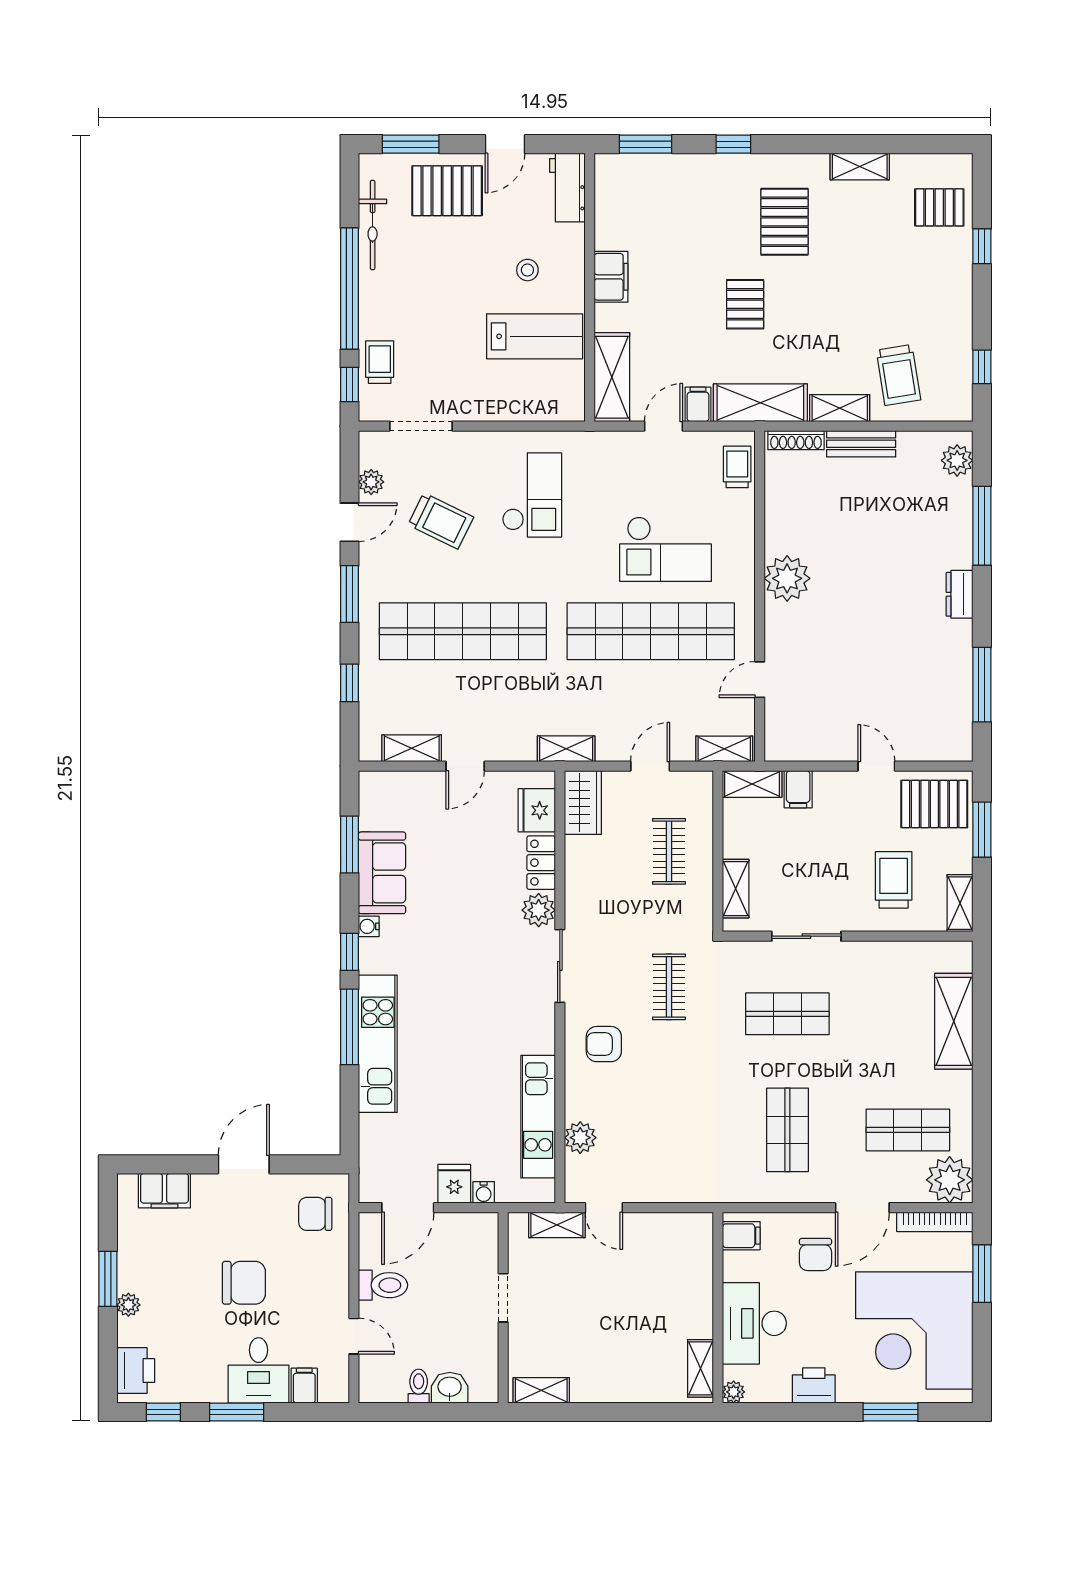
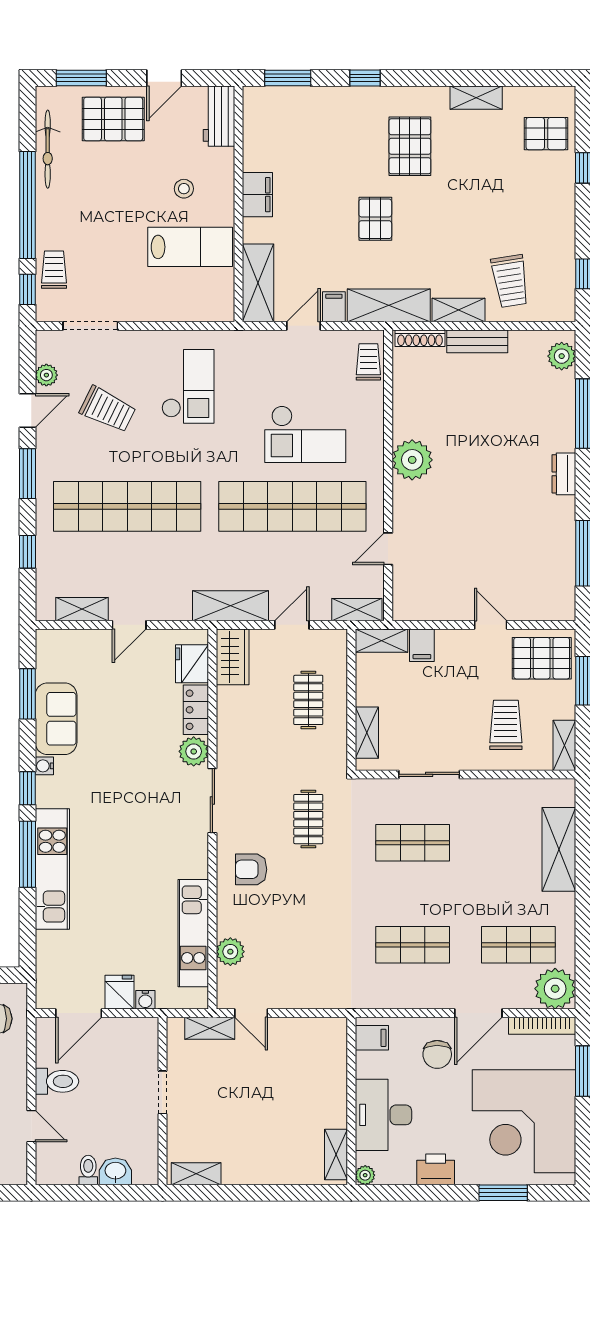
shelving: (566, 749) -> (231, 606), width x1.50, depth x1.33
shop shelf: (787, 1130) -> (413, 945), turned 90

